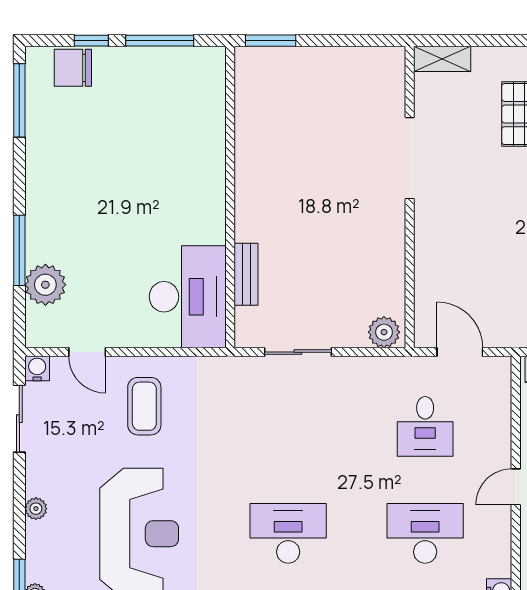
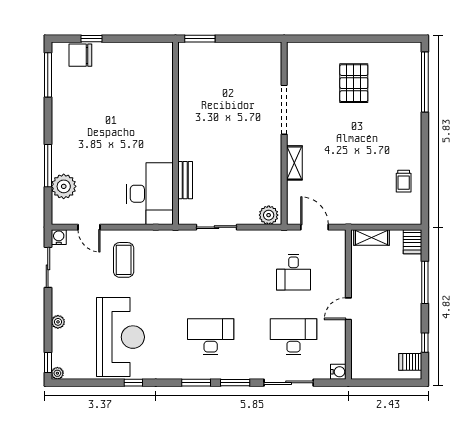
window: (160, 41) -> (133, 39), removed
shelving: (442, 59) -> (294, 163), moved, turned 90

